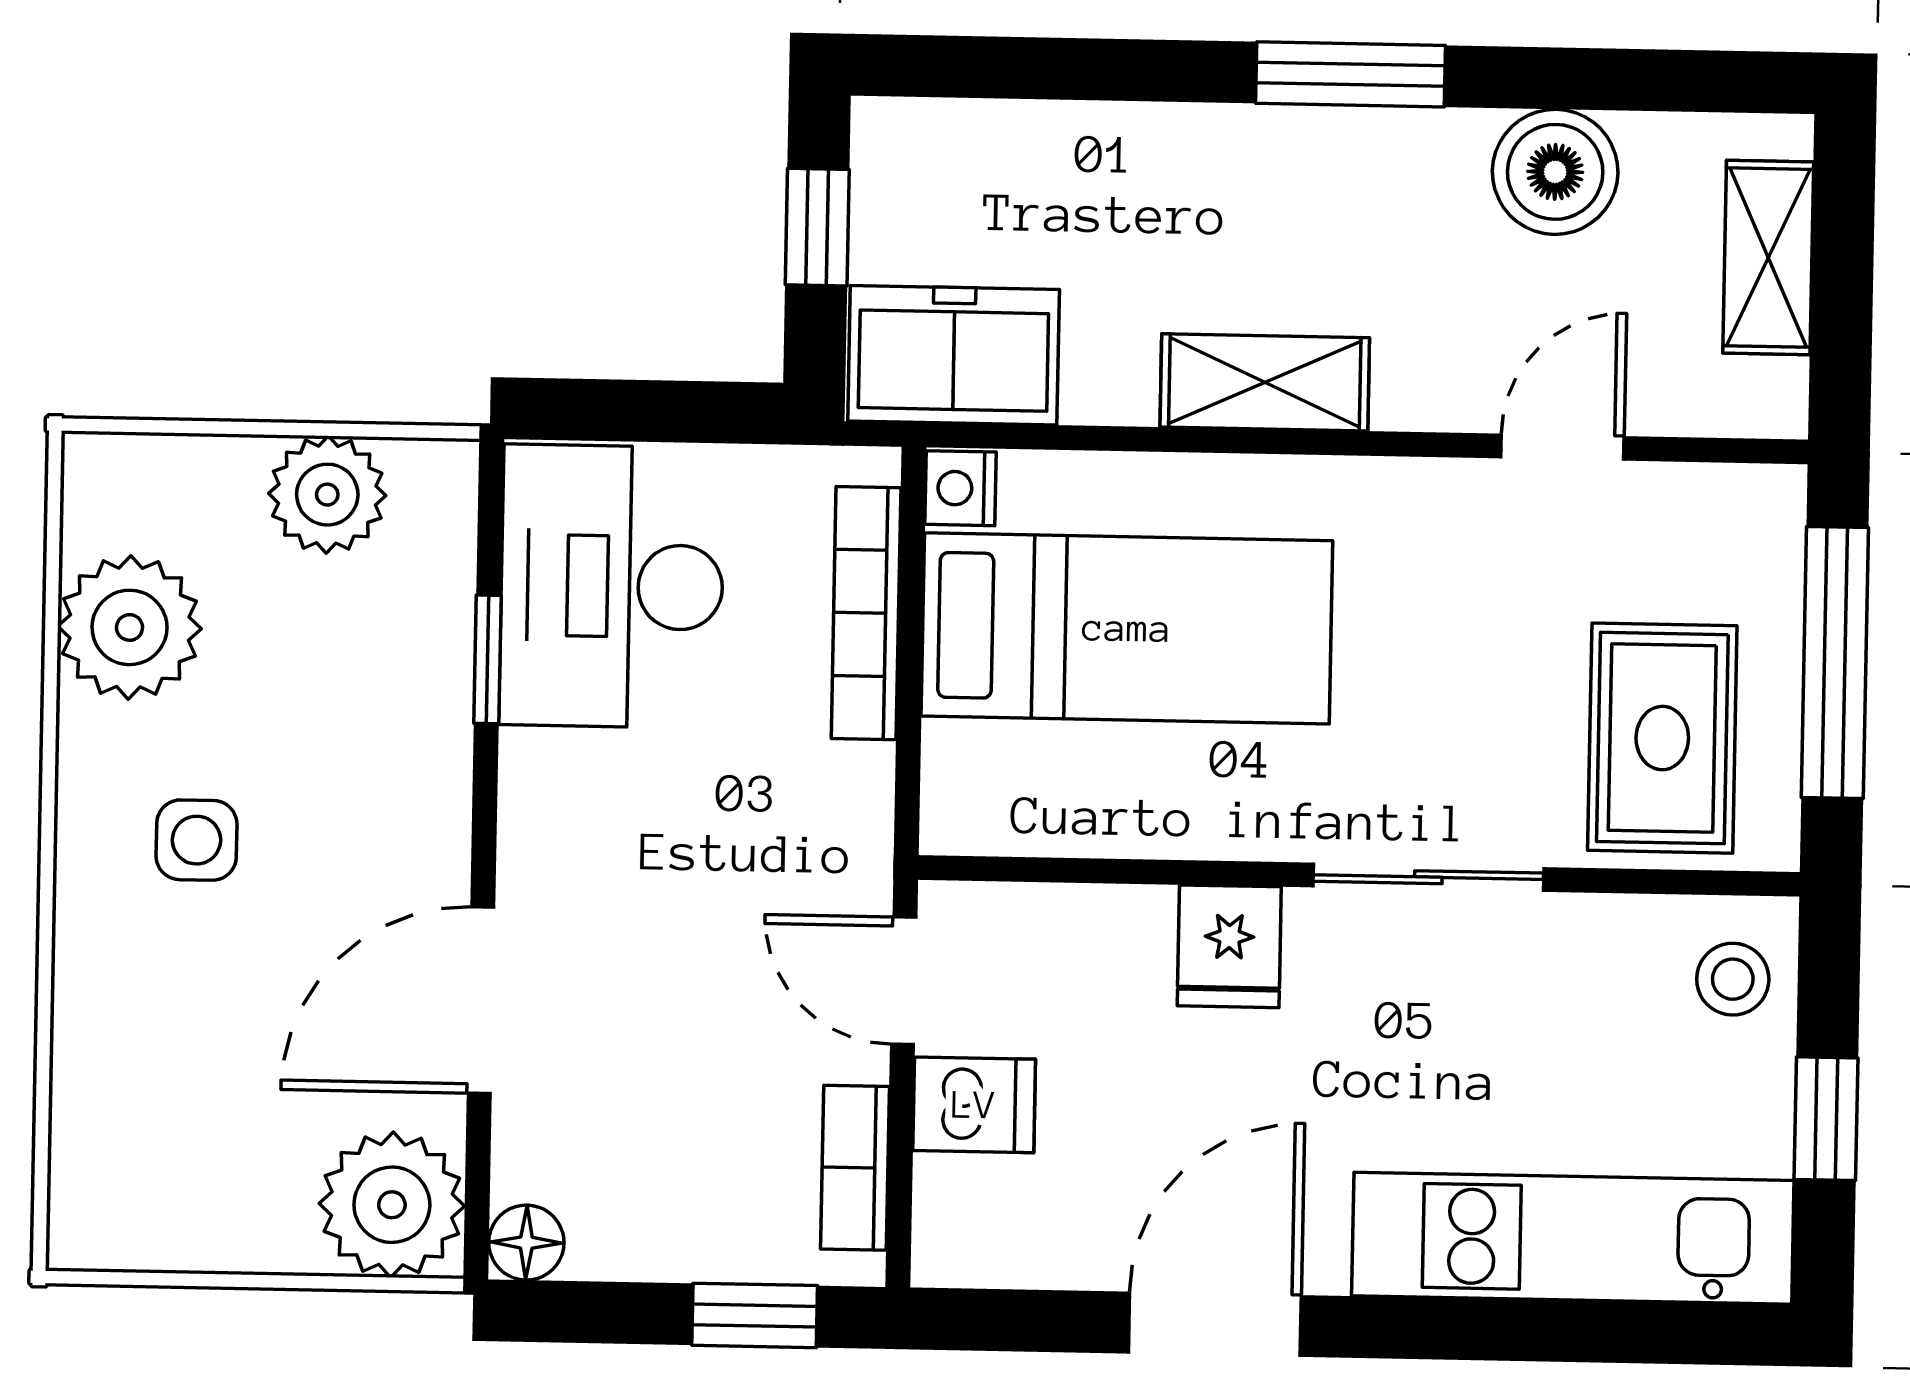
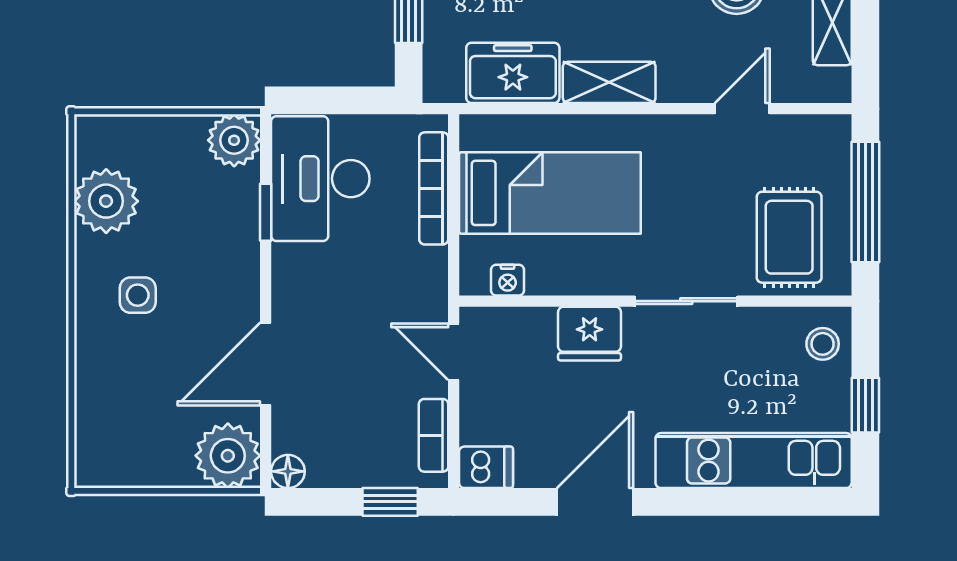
freezer: (954, 355) -> (513, 73), moved
nightstand: (960, 488) -> (508, 280), moved, turned -90
plant: (327, 495) -> (234, 140), moved
fridge: (1229, 946) -> (590, 334), width x1.38
dishwasher: (974, 1105) -> (486, 467), moved

